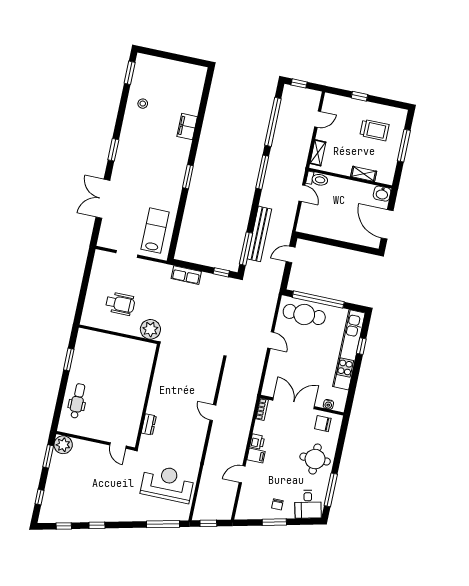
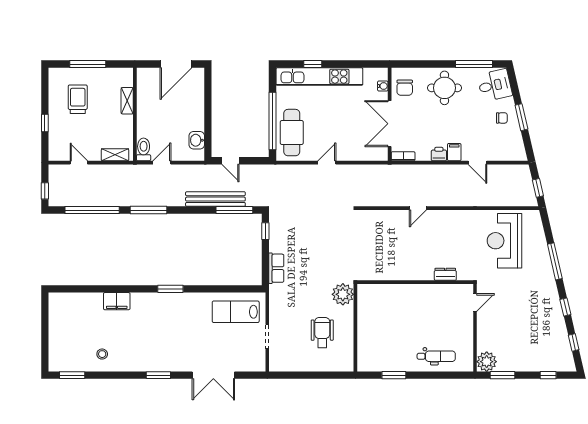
washbasin: (382, 194) -> (197, 140), moved, turned 180
dental chair: (77, 401) -> (436, 356), turned 180
window: (163, 524) -> (555, 261), moved

